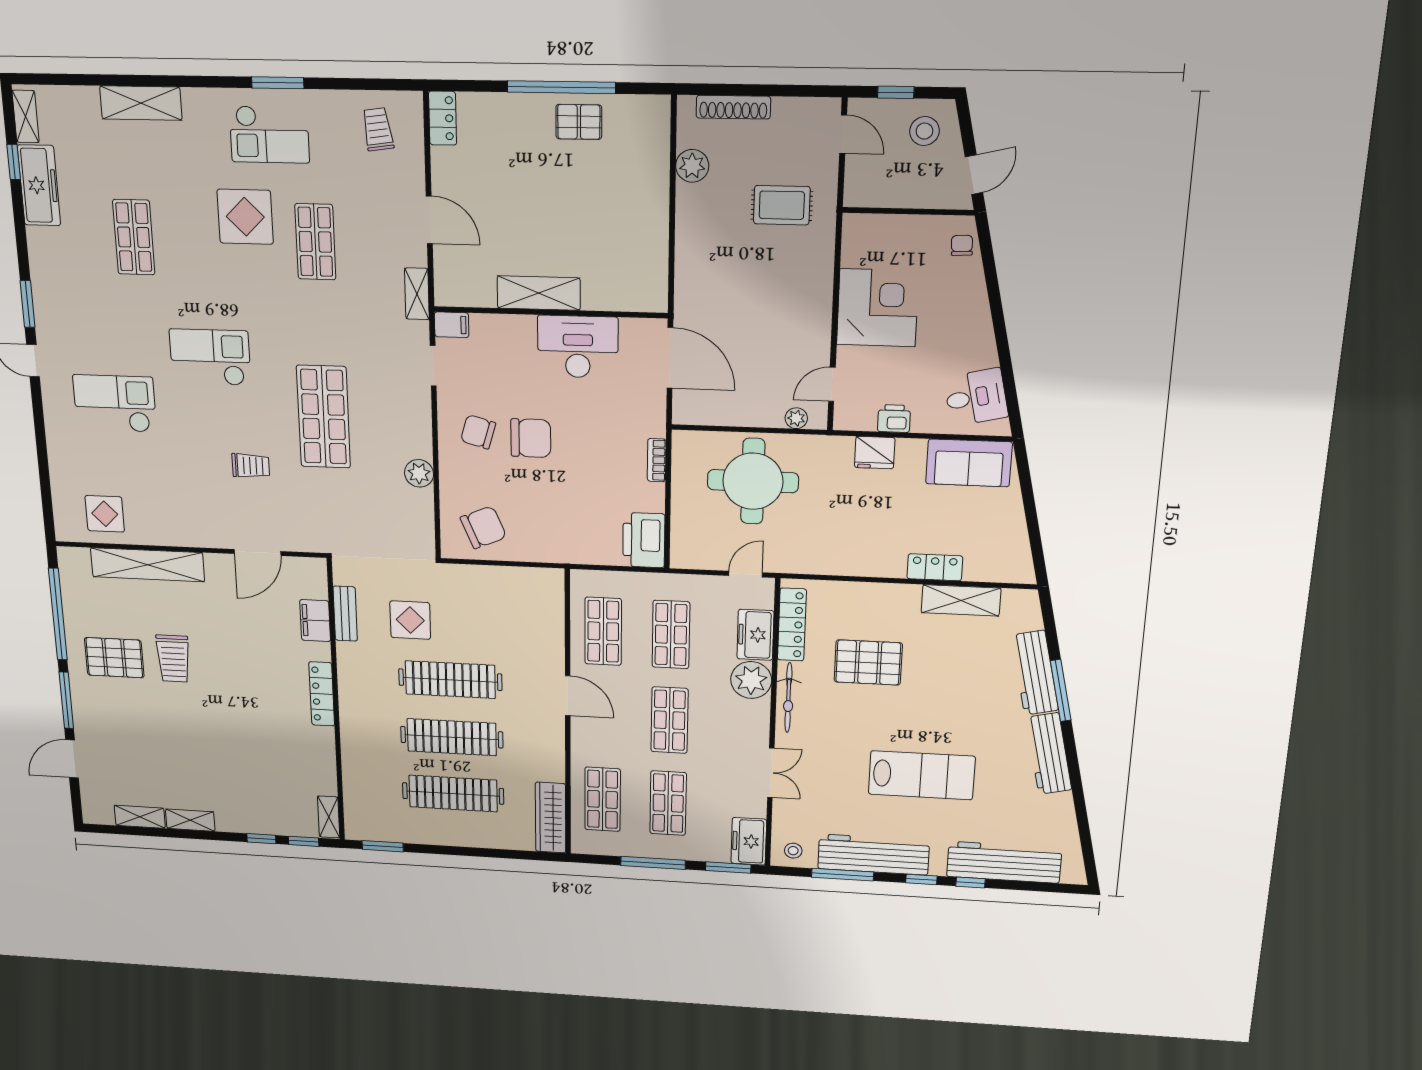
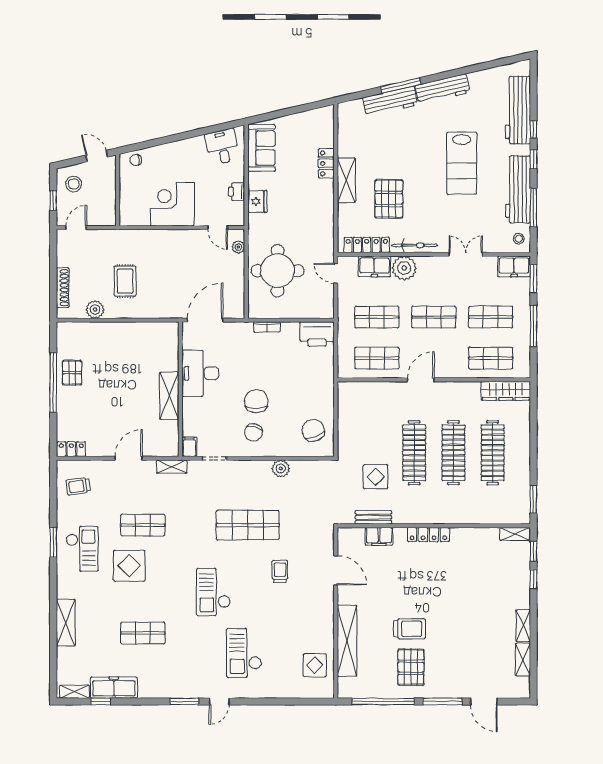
rug: (782, 205) -> (125, 281), moved
shelving: (961, 600) -> (346, 180), moved
lab bench: (922, 775) -> (462, 163), turned 180

